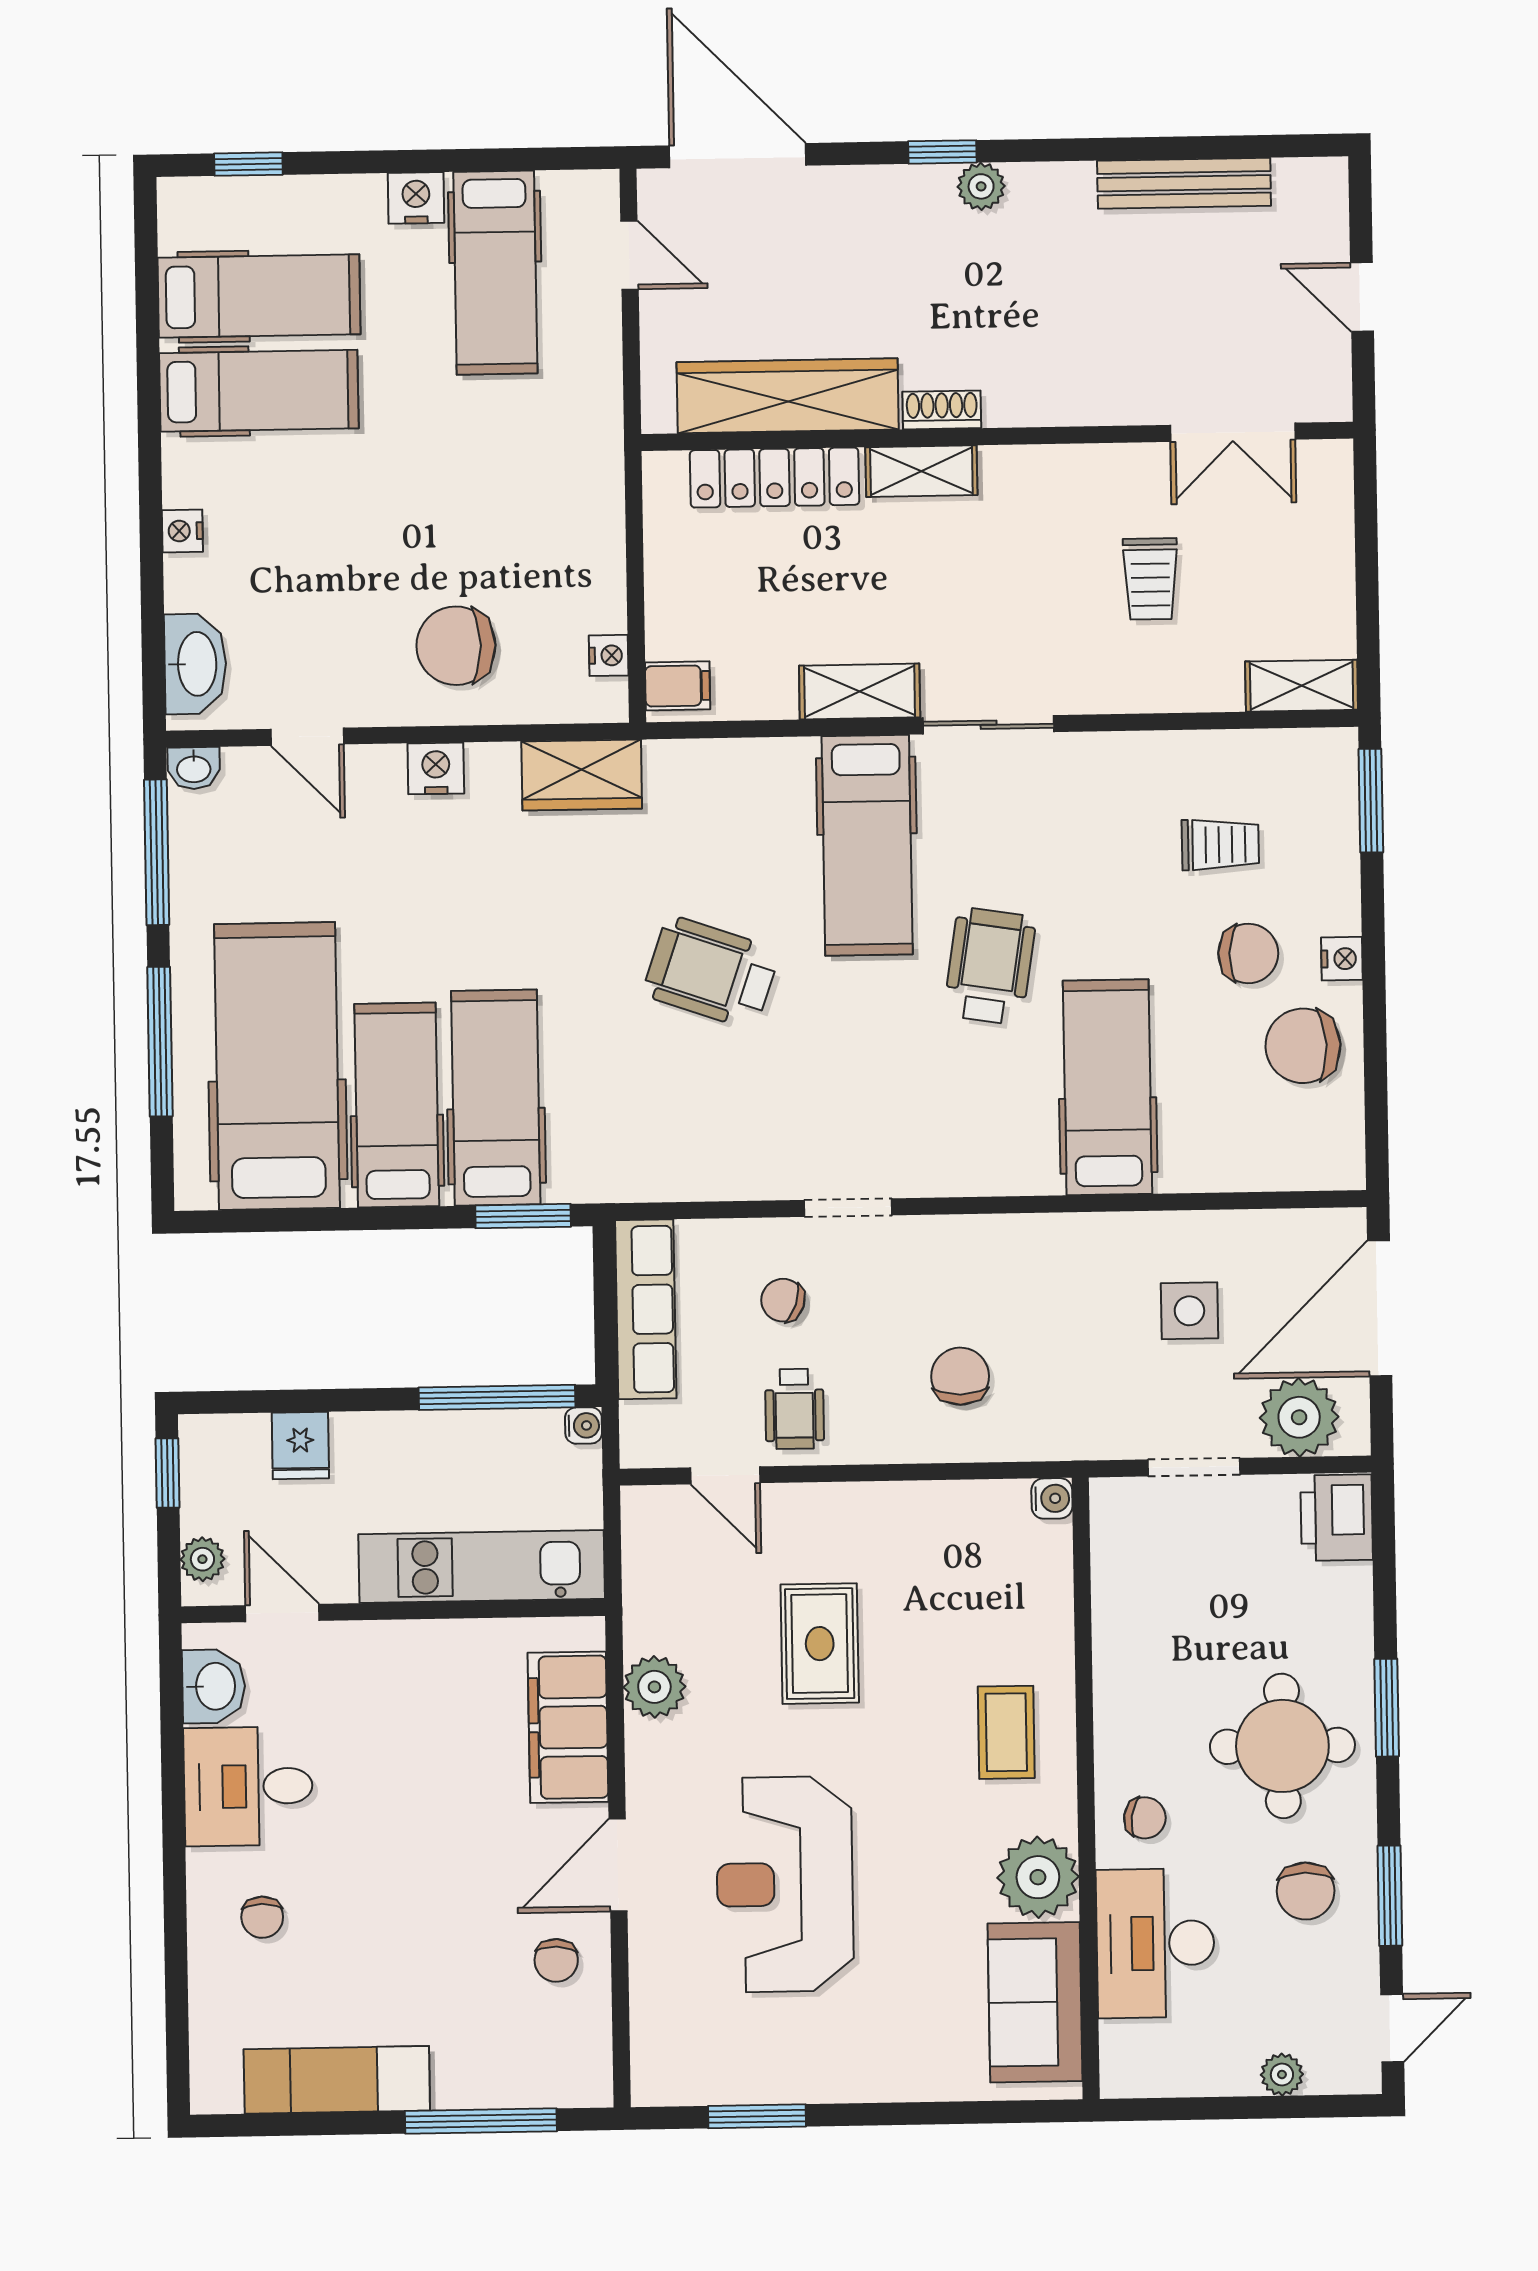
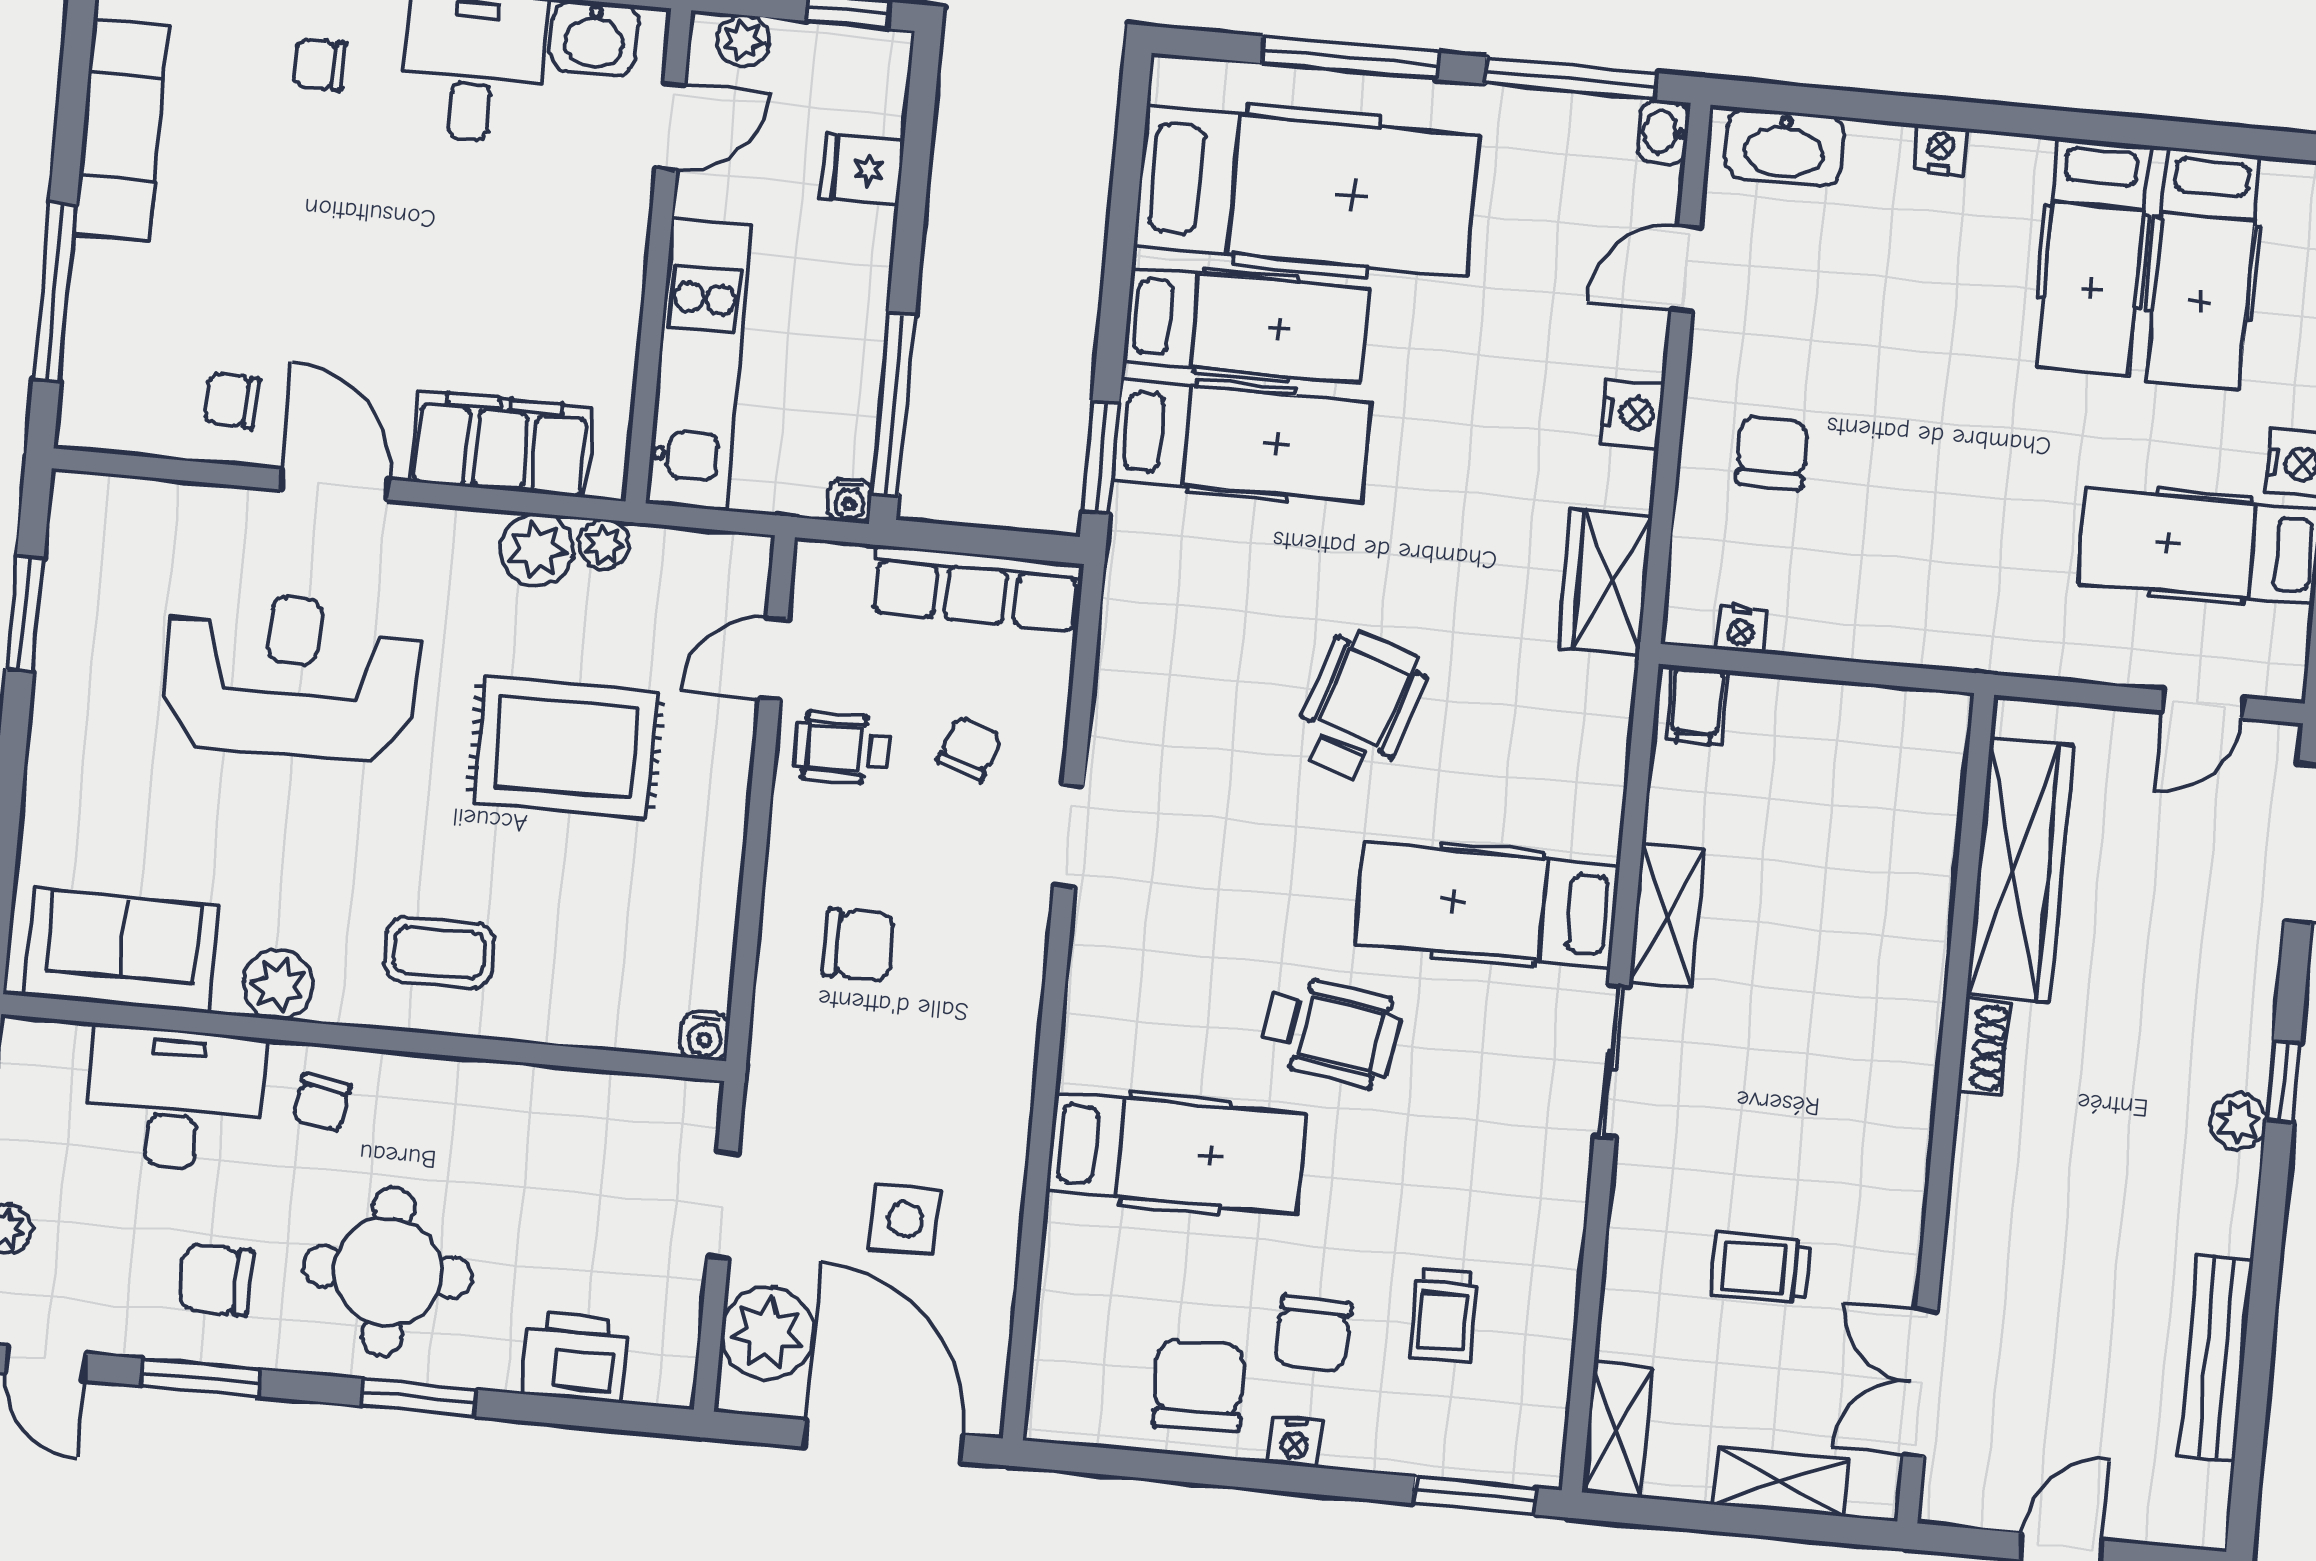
shelving: (921, 471) -> (1780, 1481), moved, turned 90
locker: (775, 478) -> (1926, 844), removed
chair: (456, 646) -> (1772, 453), width x0.73, depth x0.73
printer: (1337, 1518) -> (575, 1357), moved
plant: (644, 1630) -> (604, 544), added
rug: (820, 1644) -> (566, 747), width x1.36, depth x1.43
plant: (1038, 1877) -> (278, 985), width x0.73, depth x0.73

